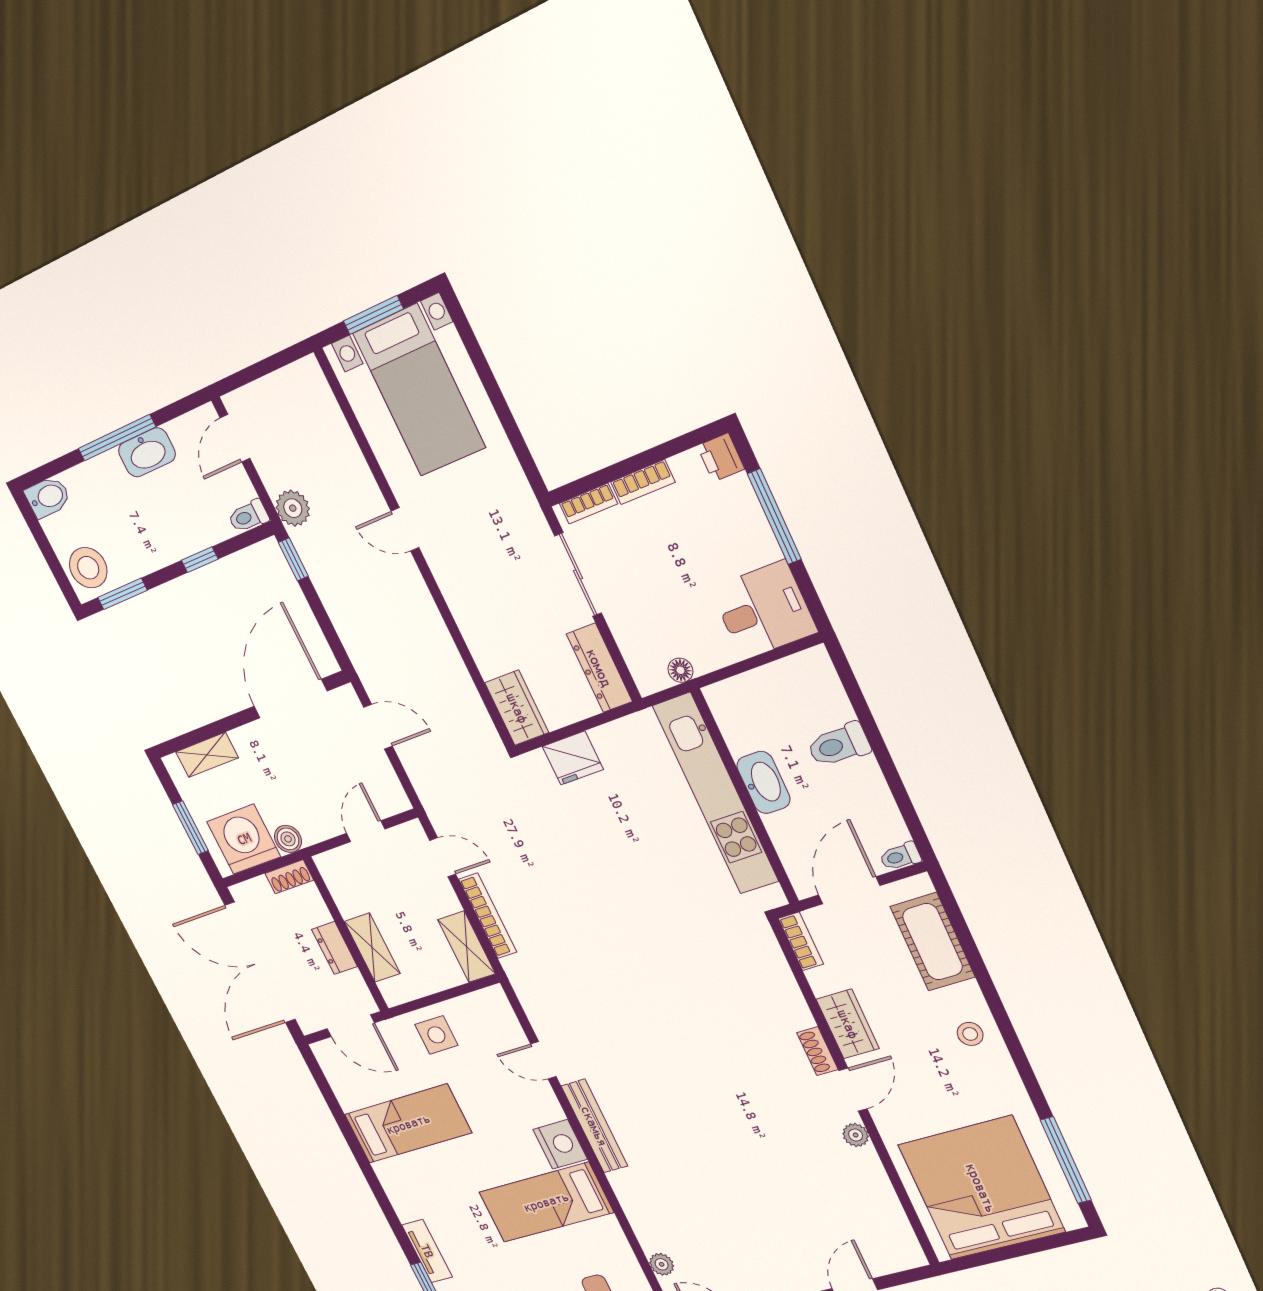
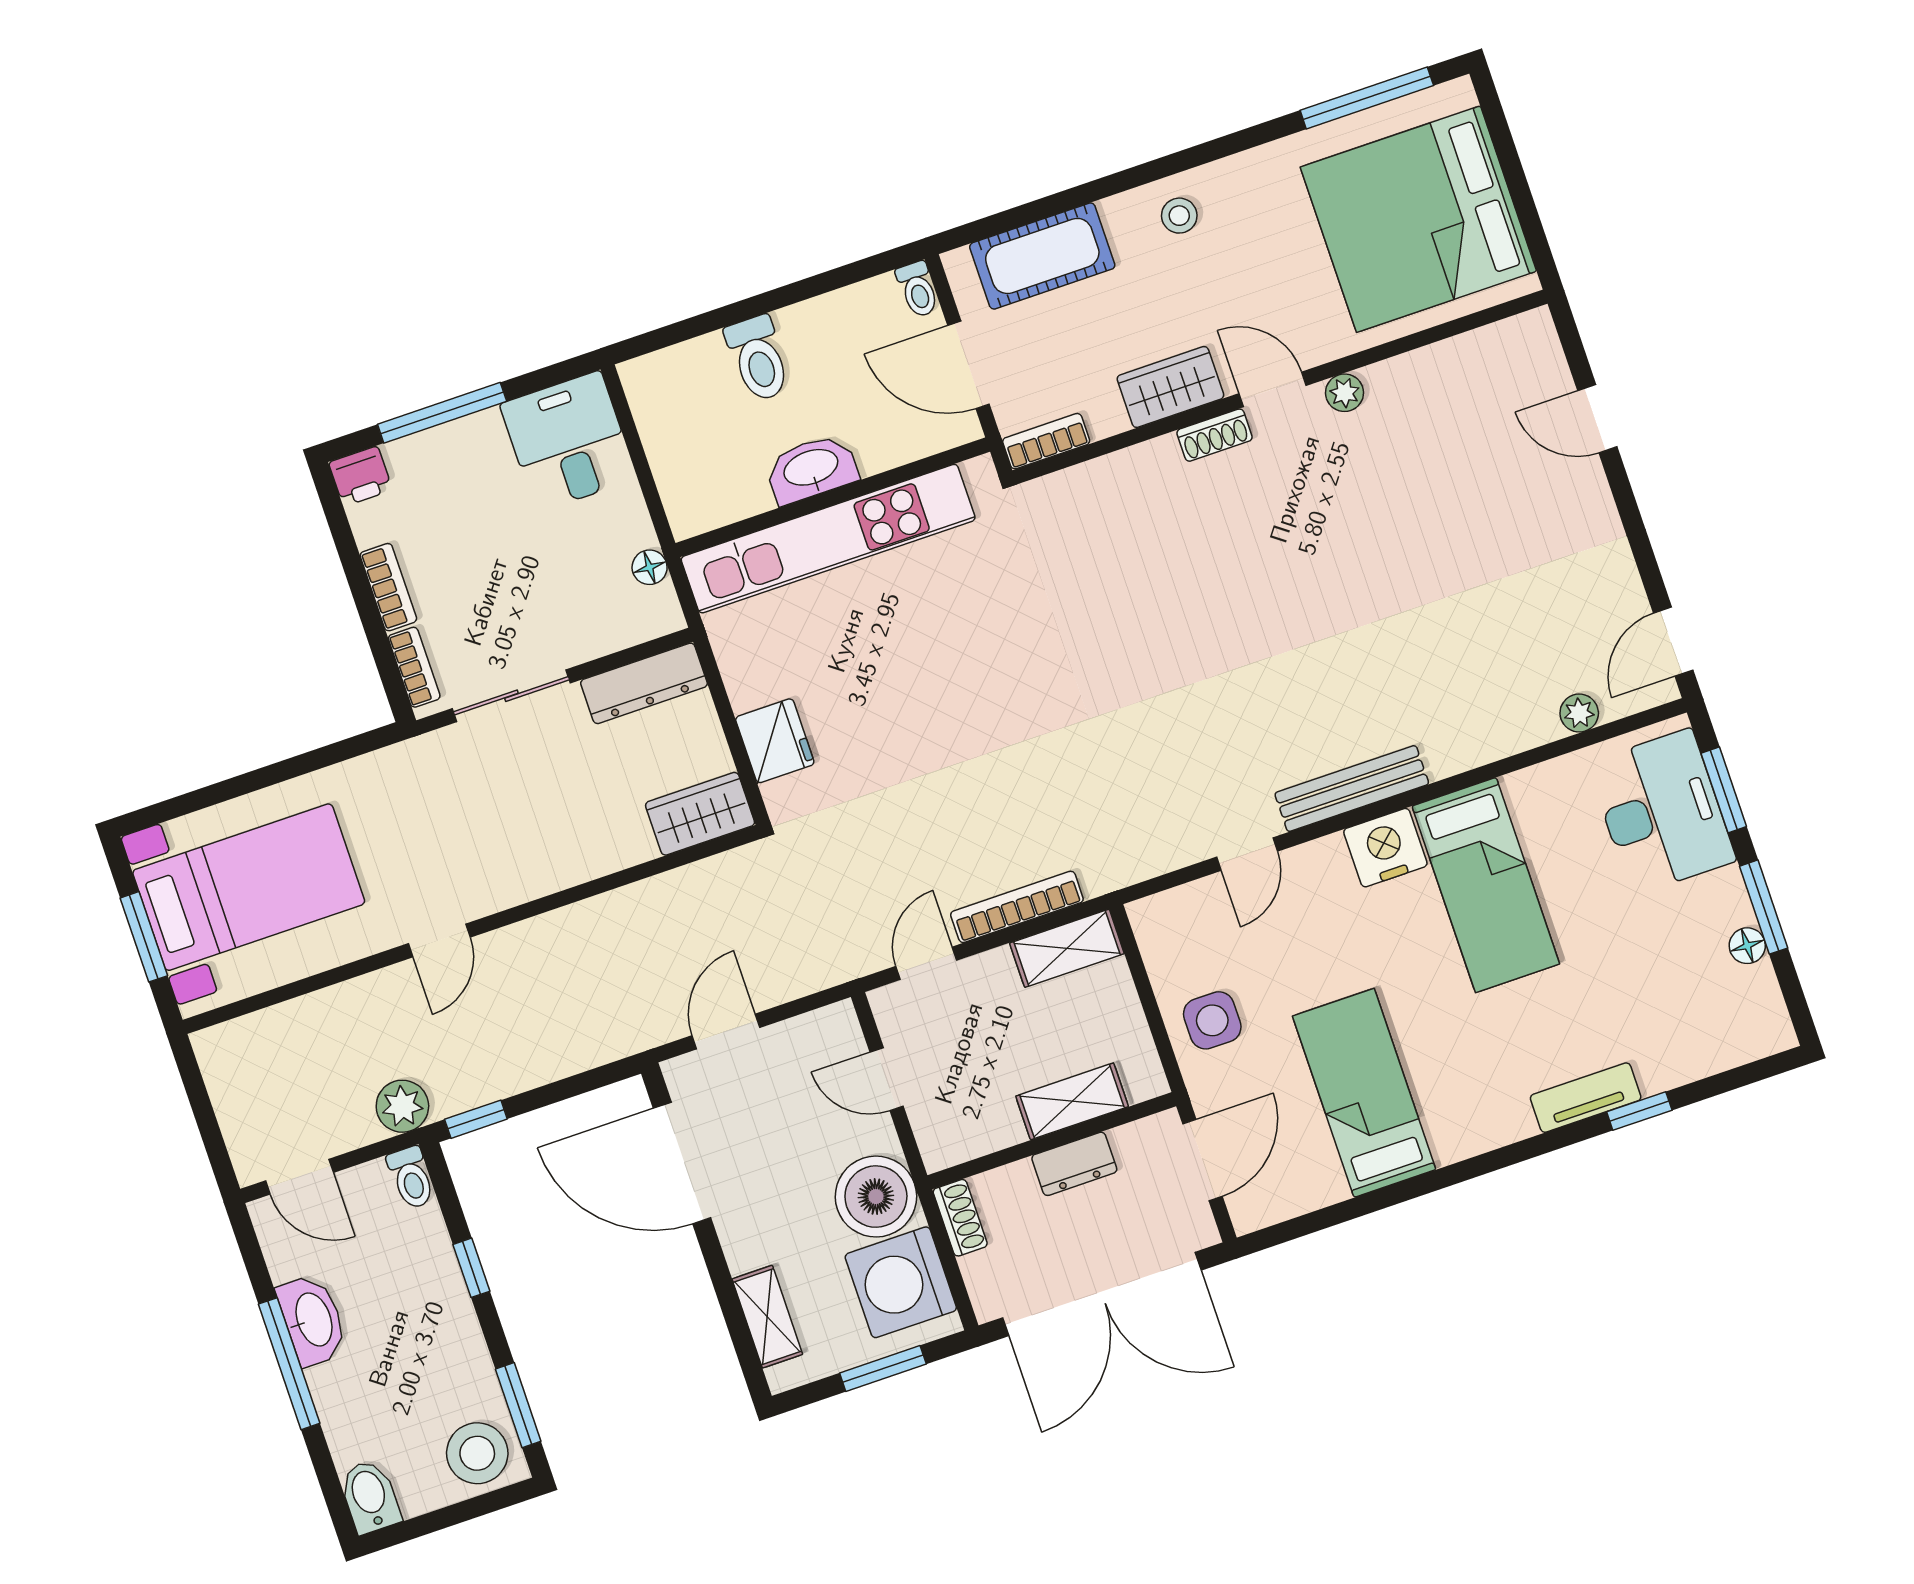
boiler: (288, 839) -> (876, 1197), width x1.86, depth x1.86

